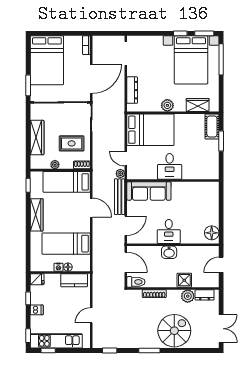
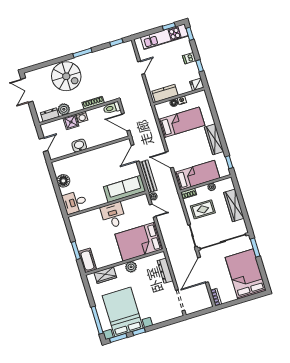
desk: (169, 231) -> (75, 202), moved, turned -90
floor lamp: (212, 233) -> (63, 181), moved
washbasin: (169, 252) -> (79, 146), moved
washing machine: (171, 282) -> (82, 117), added
spiral stairs: (174, 331) -> (66, 76), turned -90

